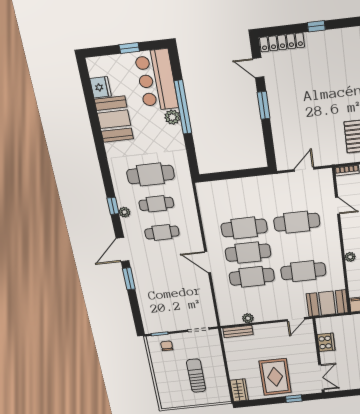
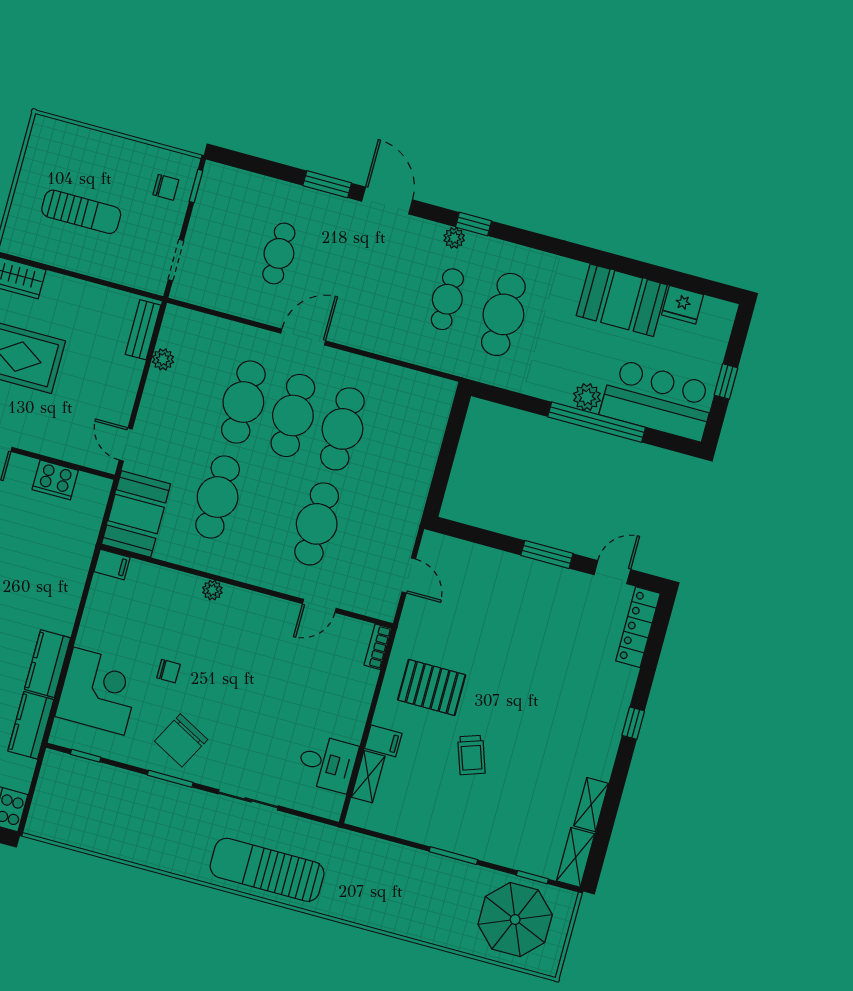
window: (316, 26) -> (633, 723), moved
cafe table: (162, 232) -> (279, 253), moved

